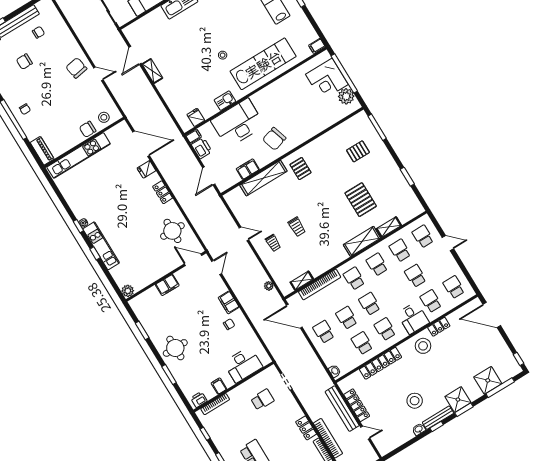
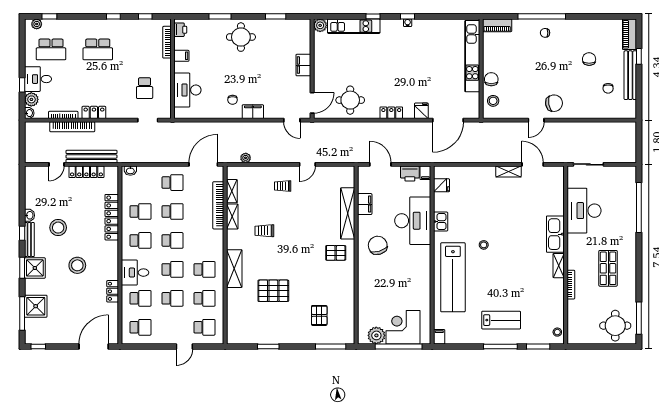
trolley: (297, 227) -> (264, 231), moved
shelving: (389, 227) -> (232, 216), moved
kitchen unit: (101, 246) -> (354, 26), moved
school desk: (354, 278) -> (172, 269), moved
stool: (423, 346) -> (77, 265), moved

